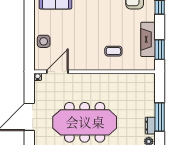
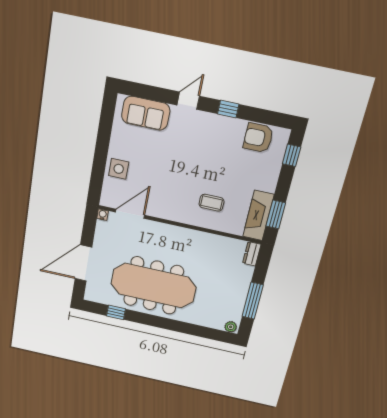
fireplace: (148, 39) -> (258, 216), moved
dresser: (150, 126) -> (252, 254), moved

